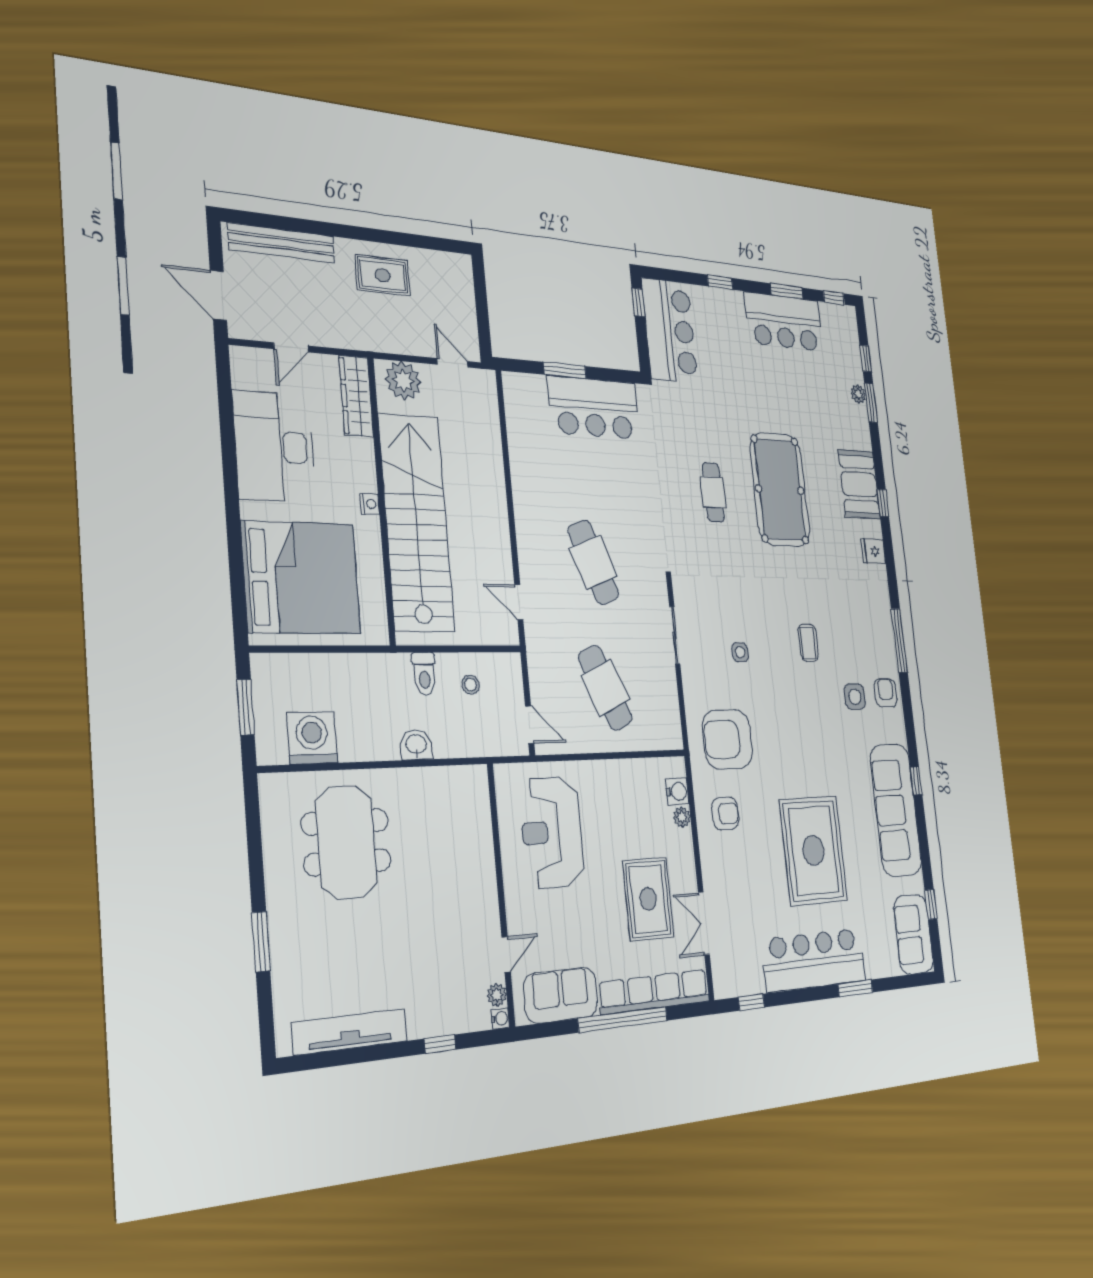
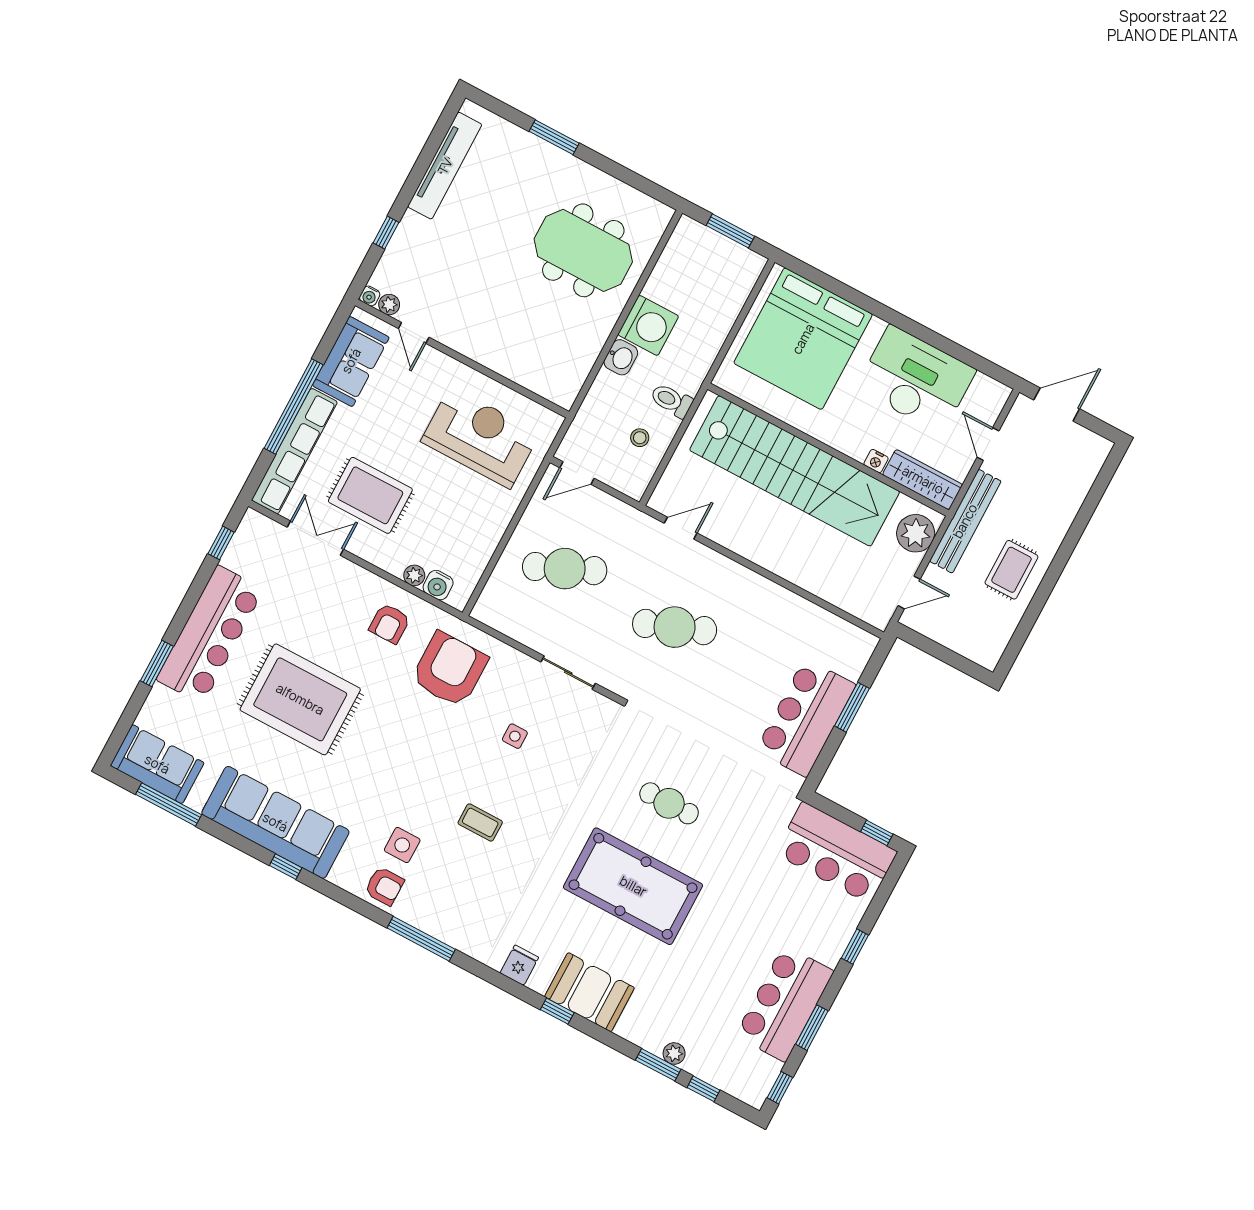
bench: (282, 243) -> (965, 521), moved
nightstand: (370, 504) -> (876, 461), moved
washing machine: (312, 738) -> (648, 325), moved
window: (931, 904) -> (169, 804), width x2.17

